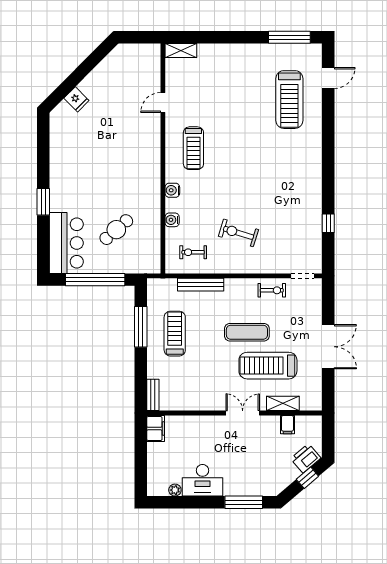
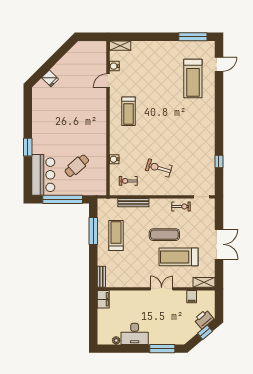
water cooler: (172, 190) -> (114, 66), moved
shelving: (283, 403) -> (204, 282), moved

